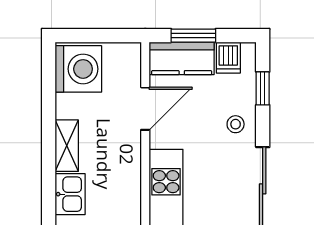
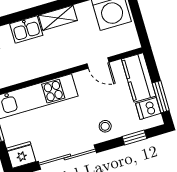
window: (193, 36) -> (161, 97), moved
door: (145, 109) -> (98, 63), width x0.73

